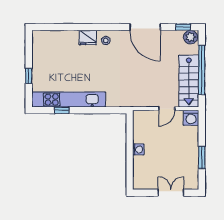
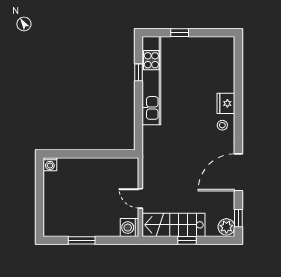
window: (202, 70) -> (187, 240), width x0.32
washing machine: (138, 149) -> (50, 164), moved
double door: (171, 193) -> (40, 203), removed

